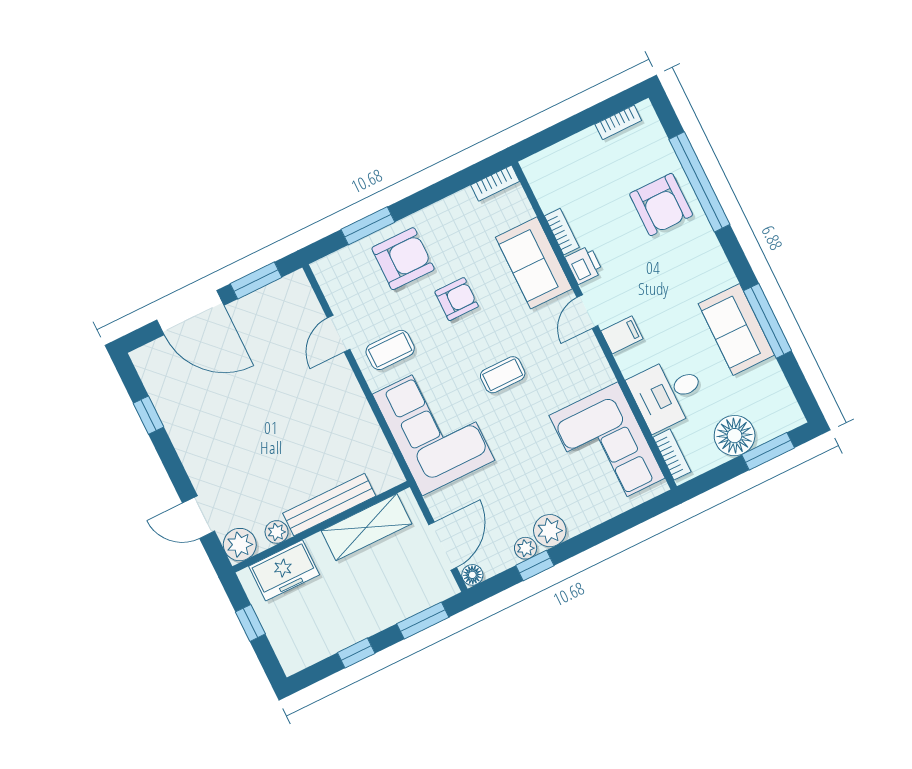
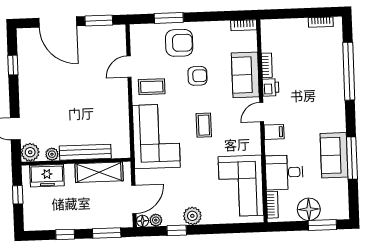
armchair: (661, 205) -> (324, 74), removed
coffee table: (503, 375) -> (204, 125), turned 90
plant: (526, 548) -> (156, 220), moved

